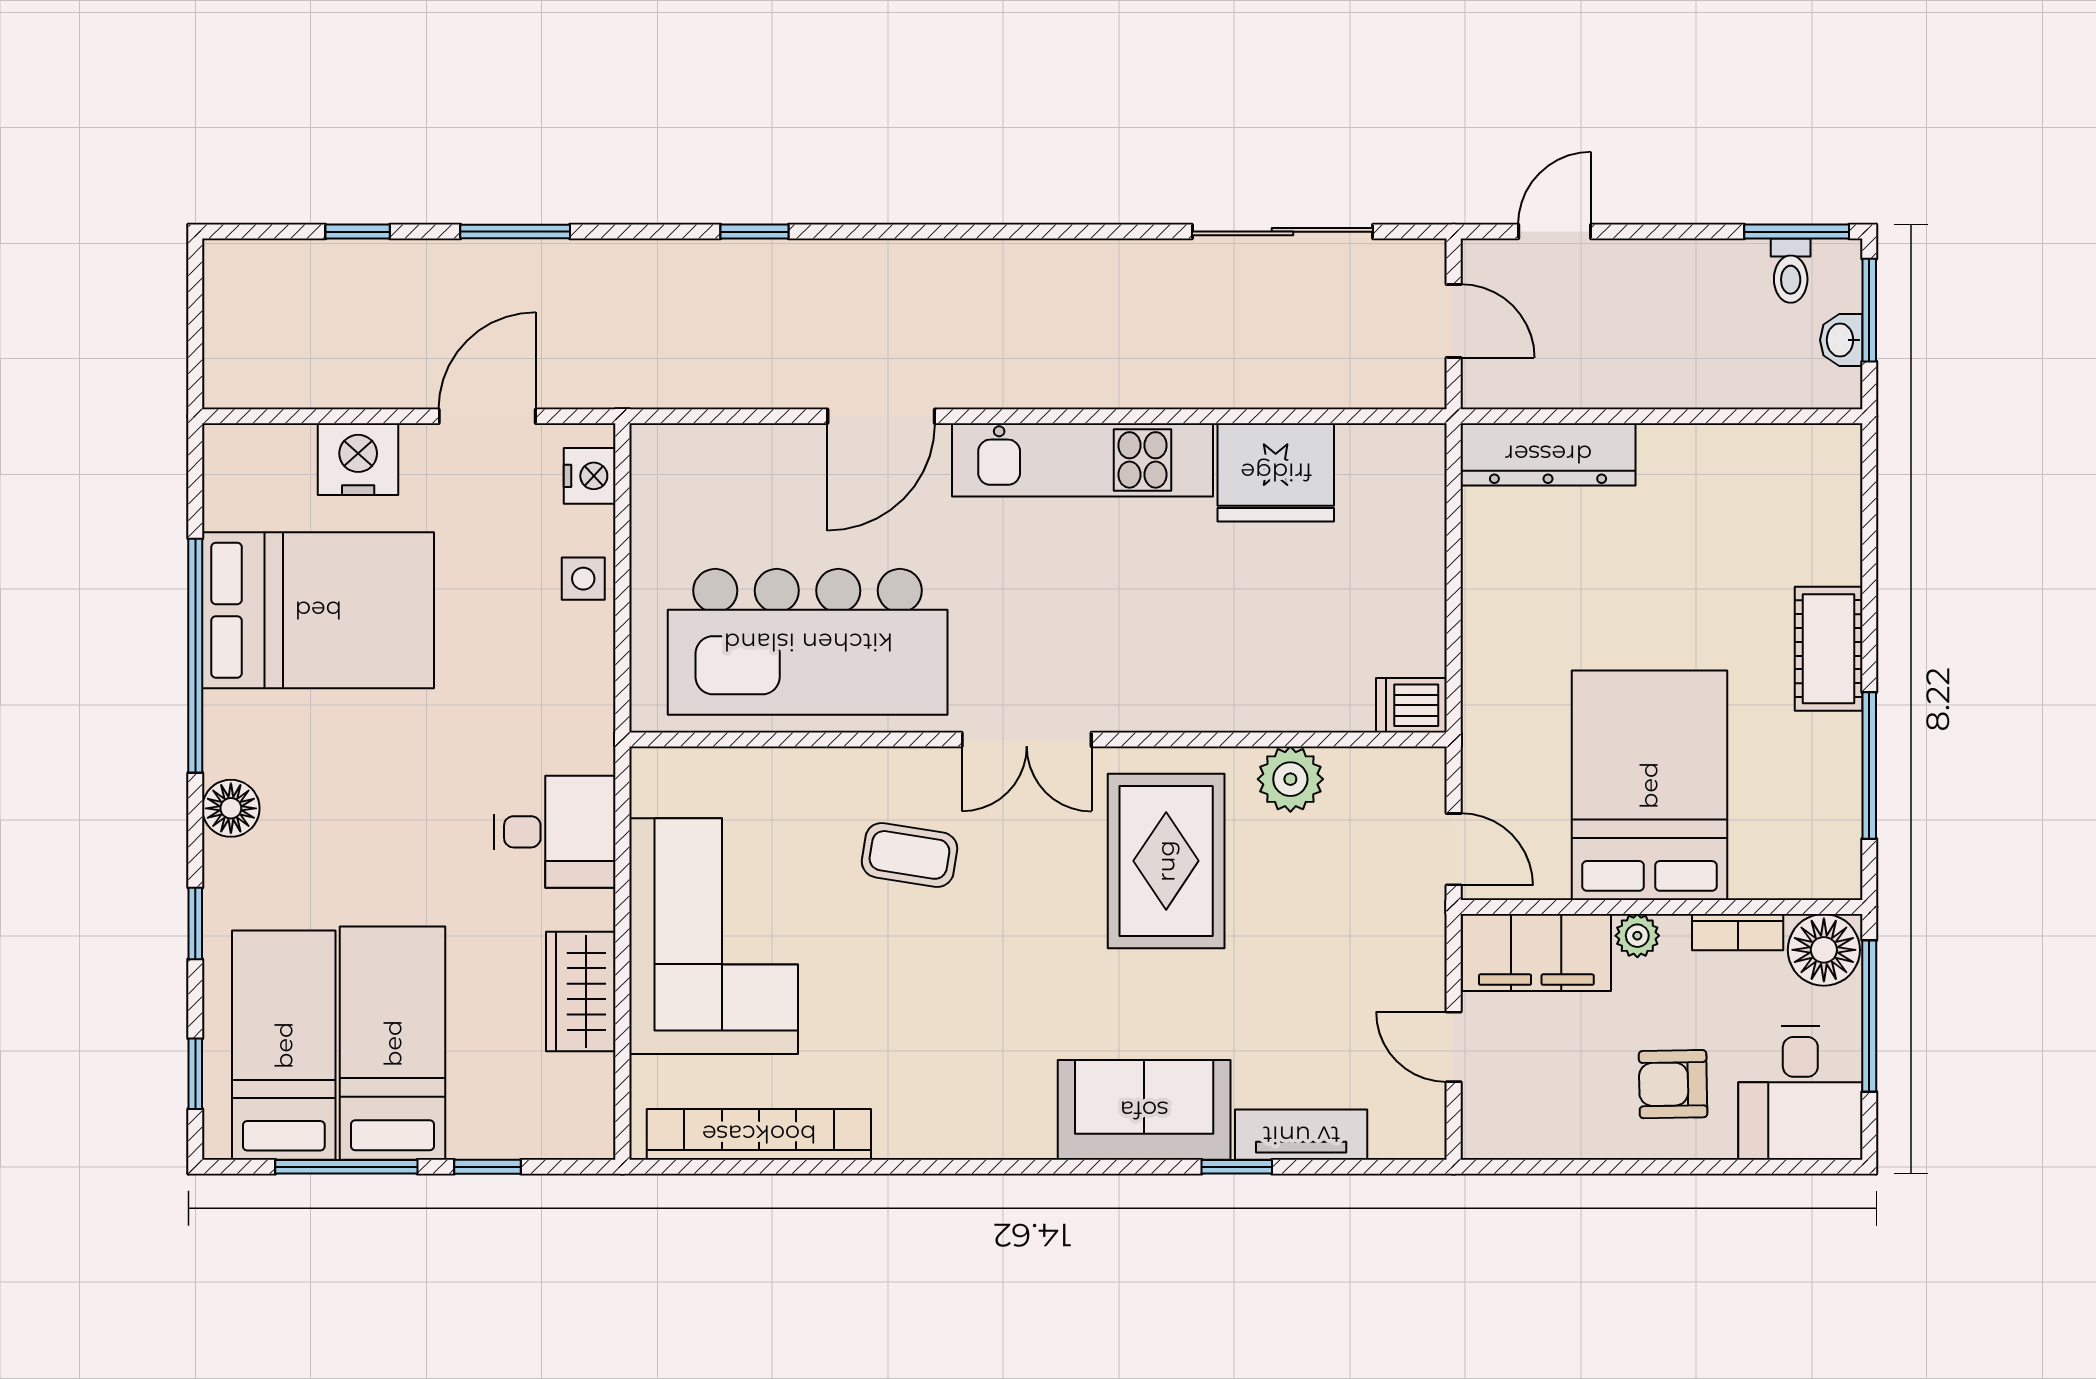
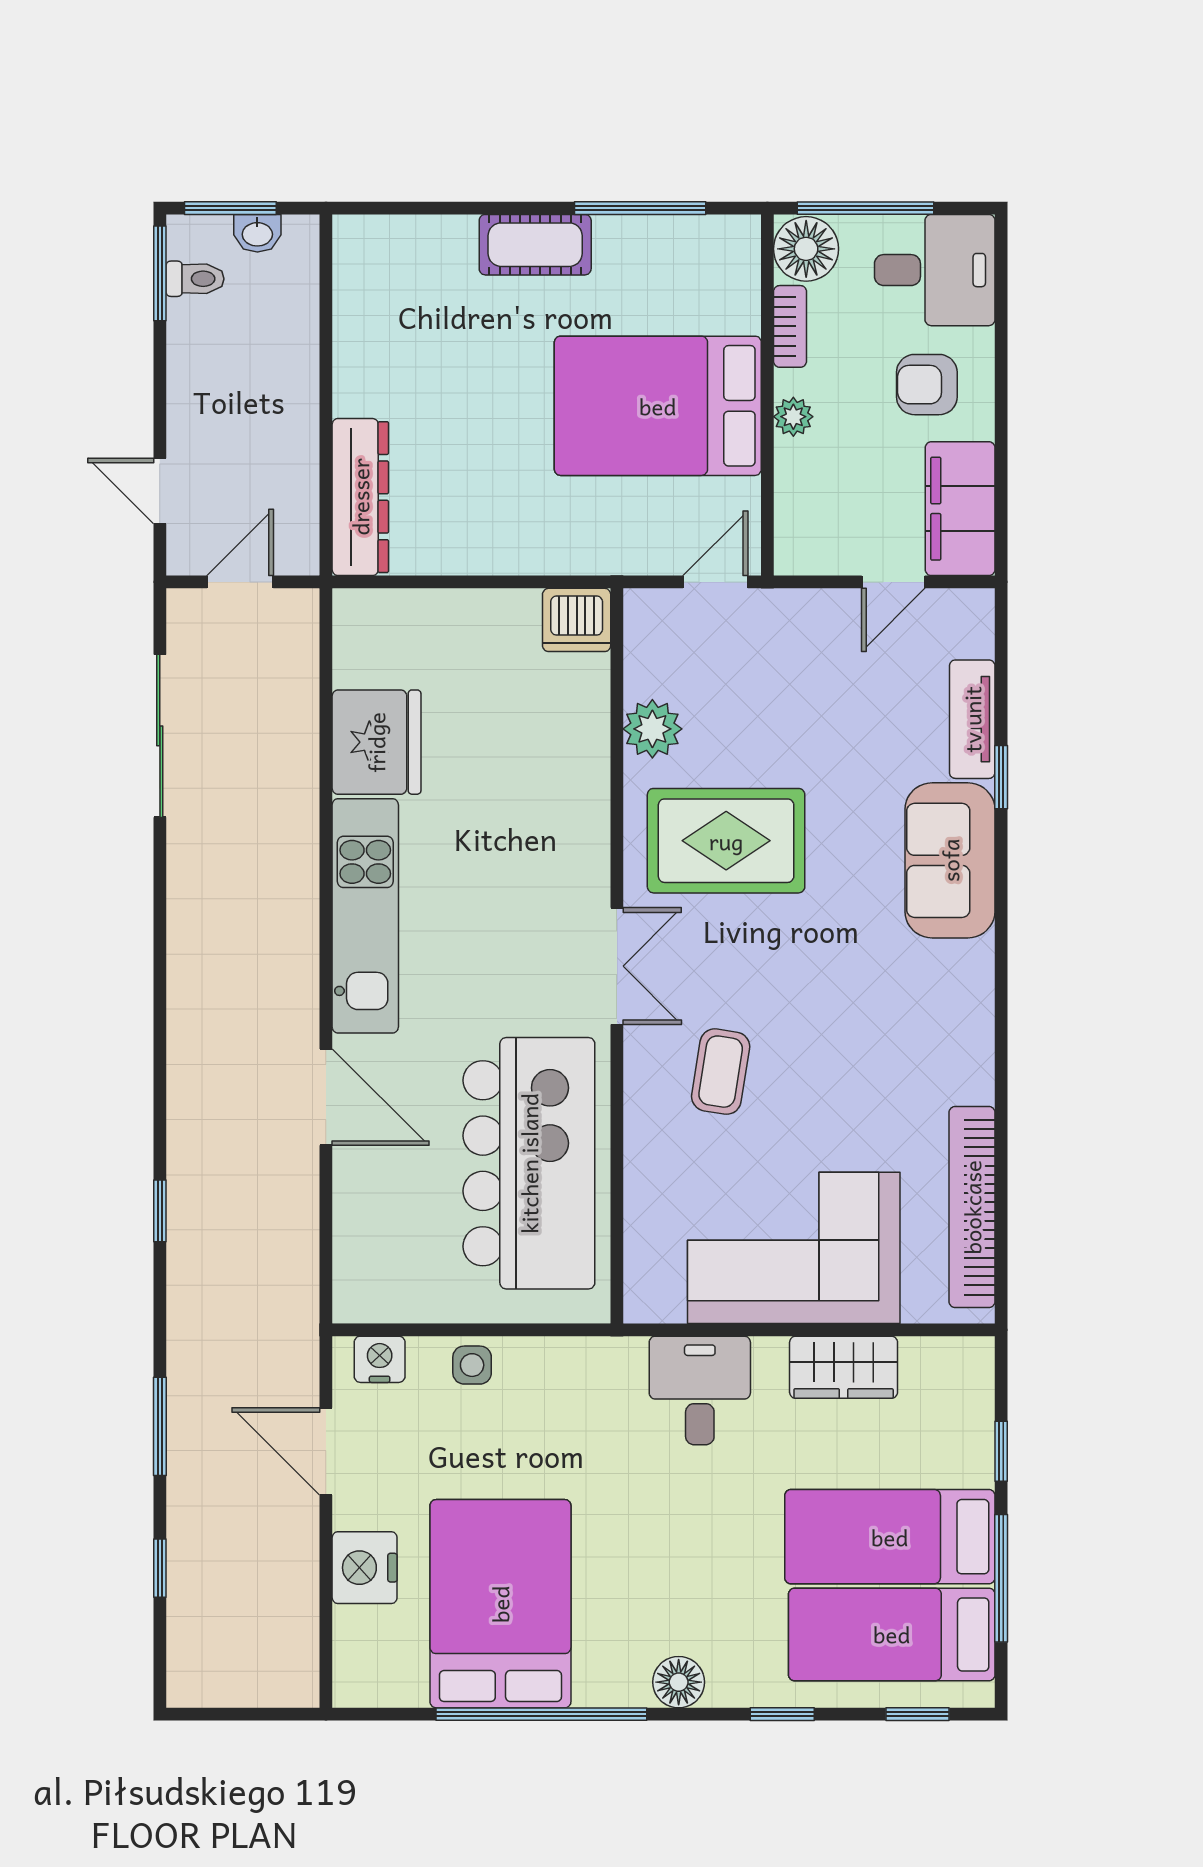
dishwasher: (1411, 705) -> (577, 620), width x1.38
filing cabinet: (1536, 953) -> (960, 509), moved, turned 180
armchair: (1673, 1084) -> (927, 385), turned 91

